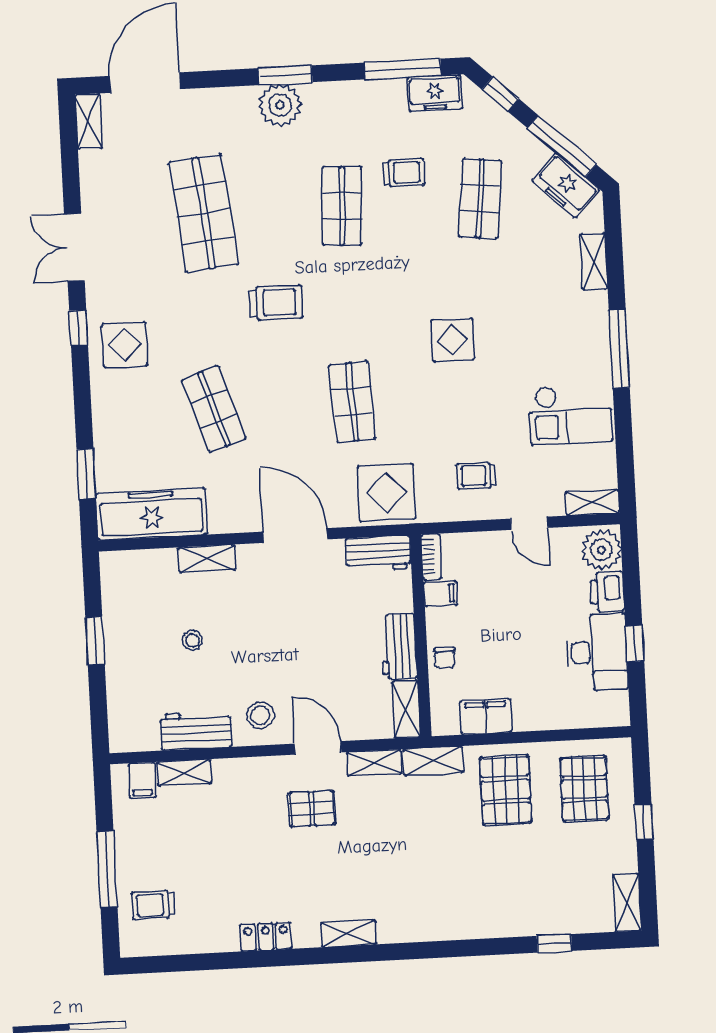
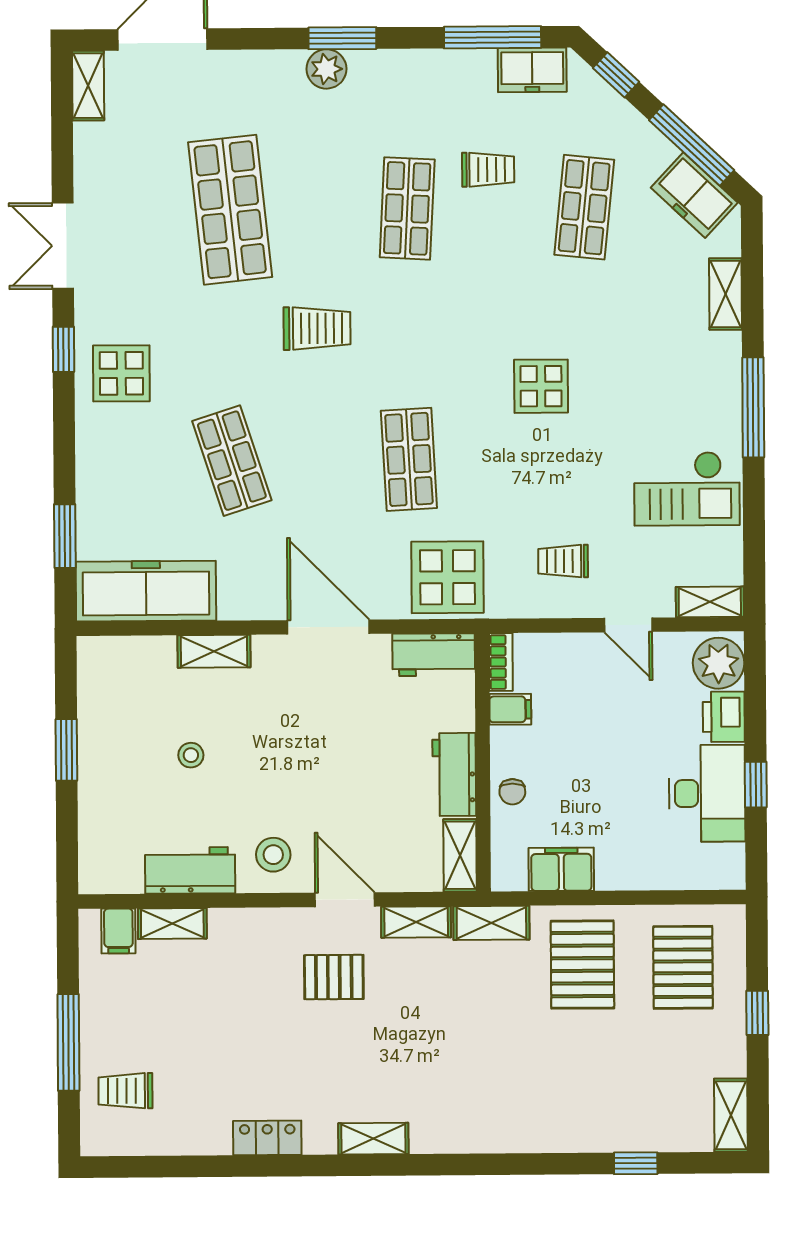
plant: (280, 105) -> (326, 69), width x0.73, depth x0.73

